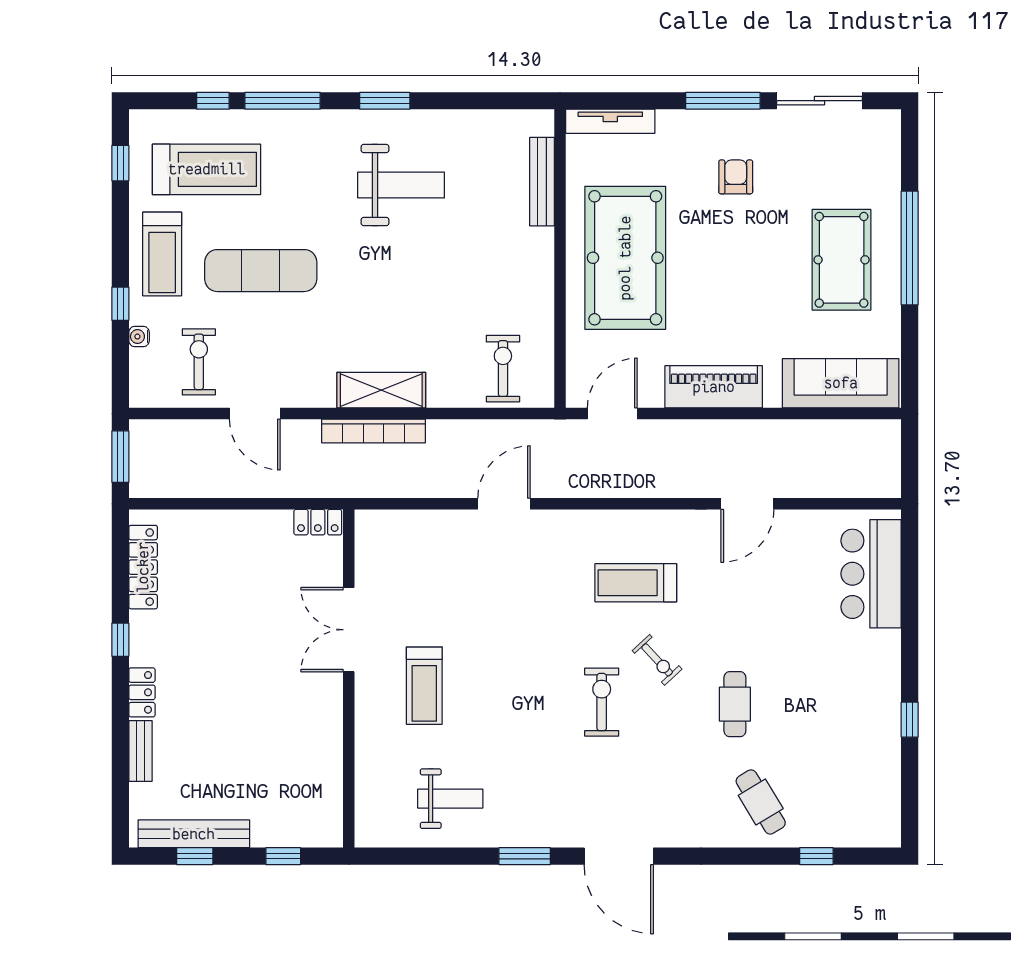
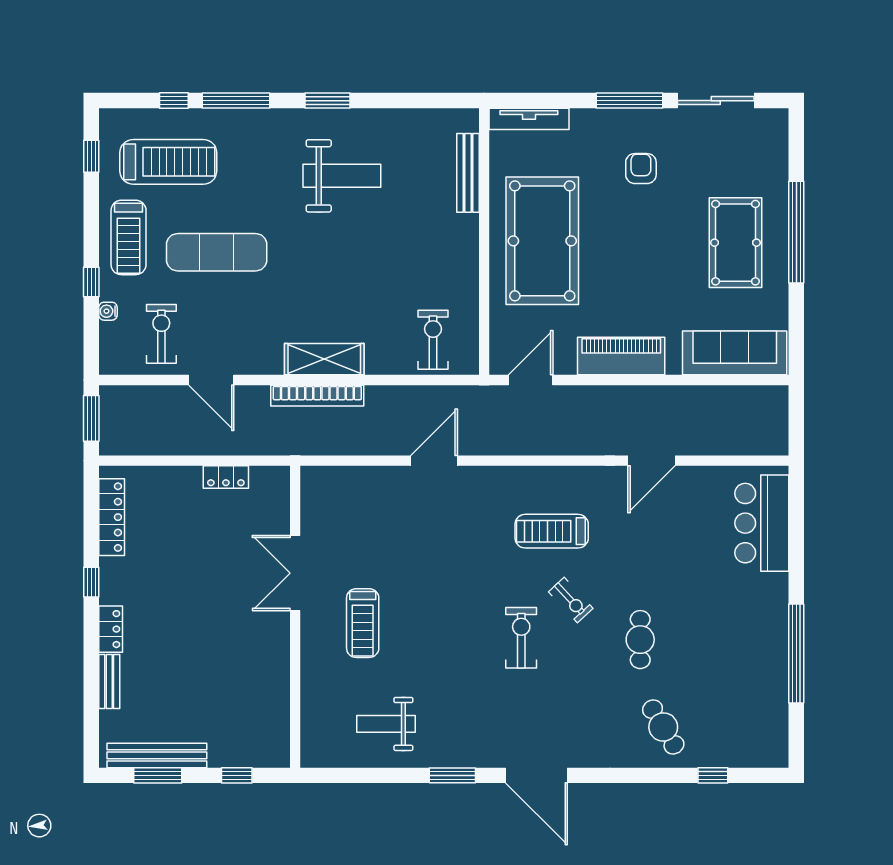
locker: (318, 522) -> (226, 477), moved
window: (910, 720) -> (796, 653), width x3.17
weight bench: (450, 799) -> (386, 724), turned 180
window: (195, 856) -> (158, 775), width x1.50

